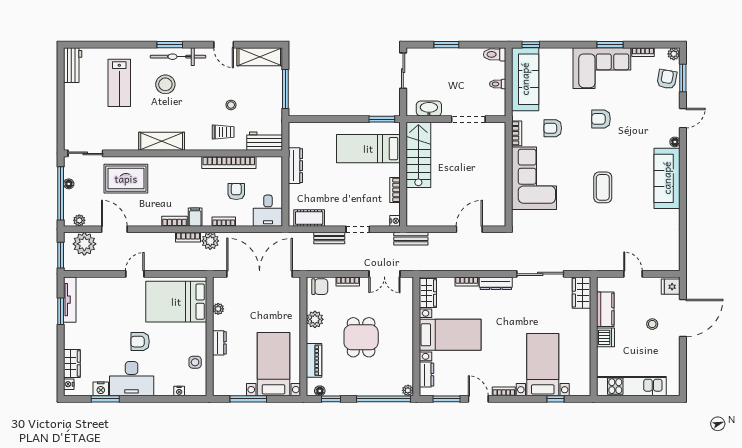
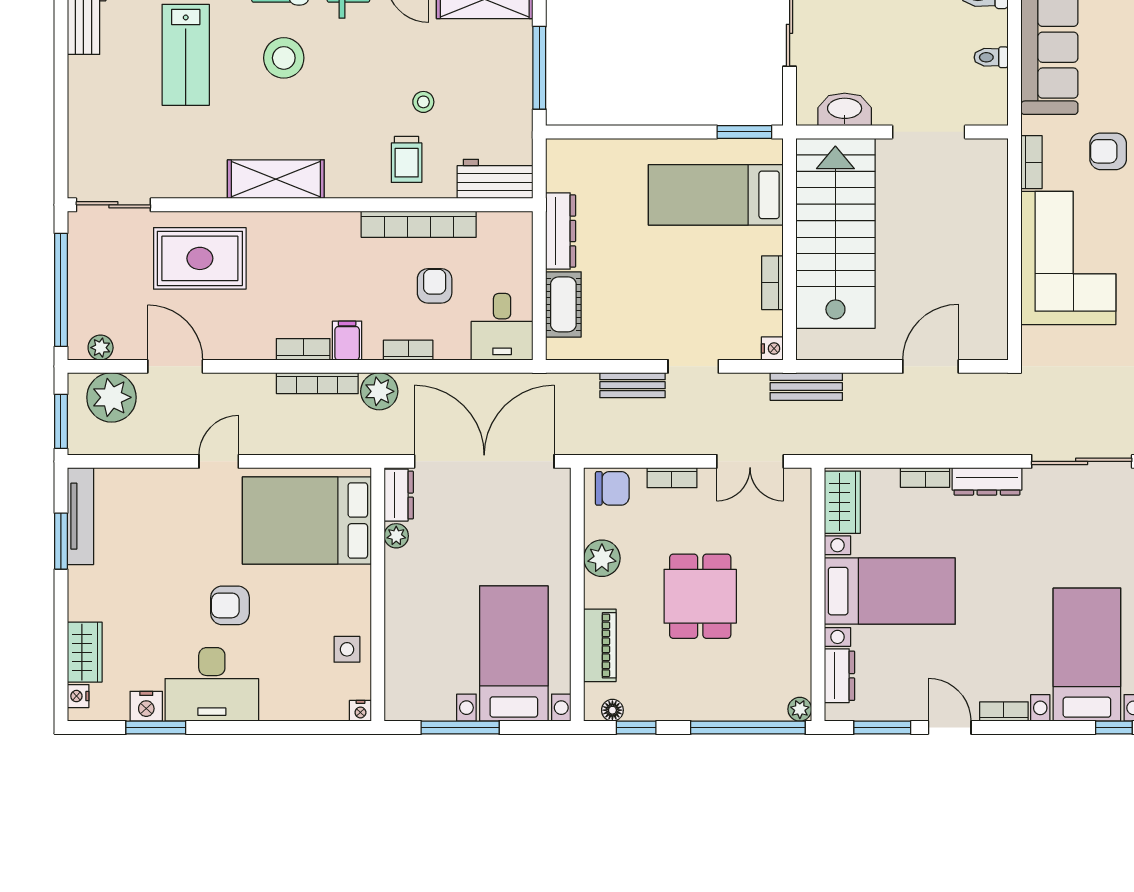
trolley: (223, 132) -> (407, 159), turned 90
stairs: (418, 155) -> (835, 233), width x1.36, depth x1.51
floor lamp: (69, 184) -> (78, 270), removed
cot: (309, 218) -> (563, 304), moved, turned 90
bookcase: (188, 237) -> (317, 383), width x1.56
dresser: (219, 343) -> (399, 495), moved
nightstand: (179, 391) -> (360, 711), moved

